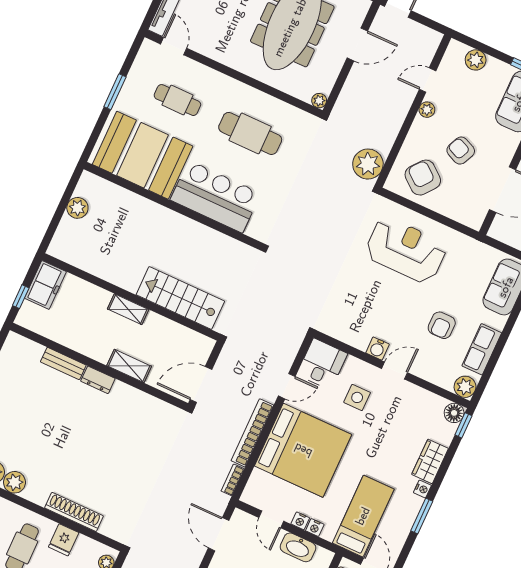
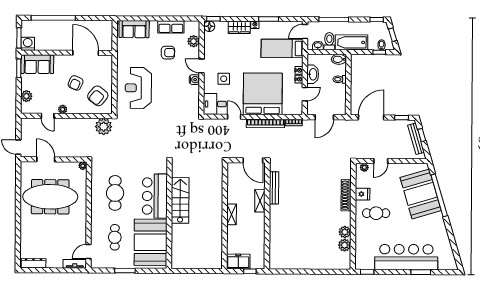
plant: (77, 208) -> (192, 263), removed
stairs: (180, 298) -> (180, 200), moved, turned 180
bench: (63, 363) -> (274, 188), moved, width x1.36
dresser: (98, 380) -> (274, 213), removed
plant: (465, 387) -> (194, 41), moved

